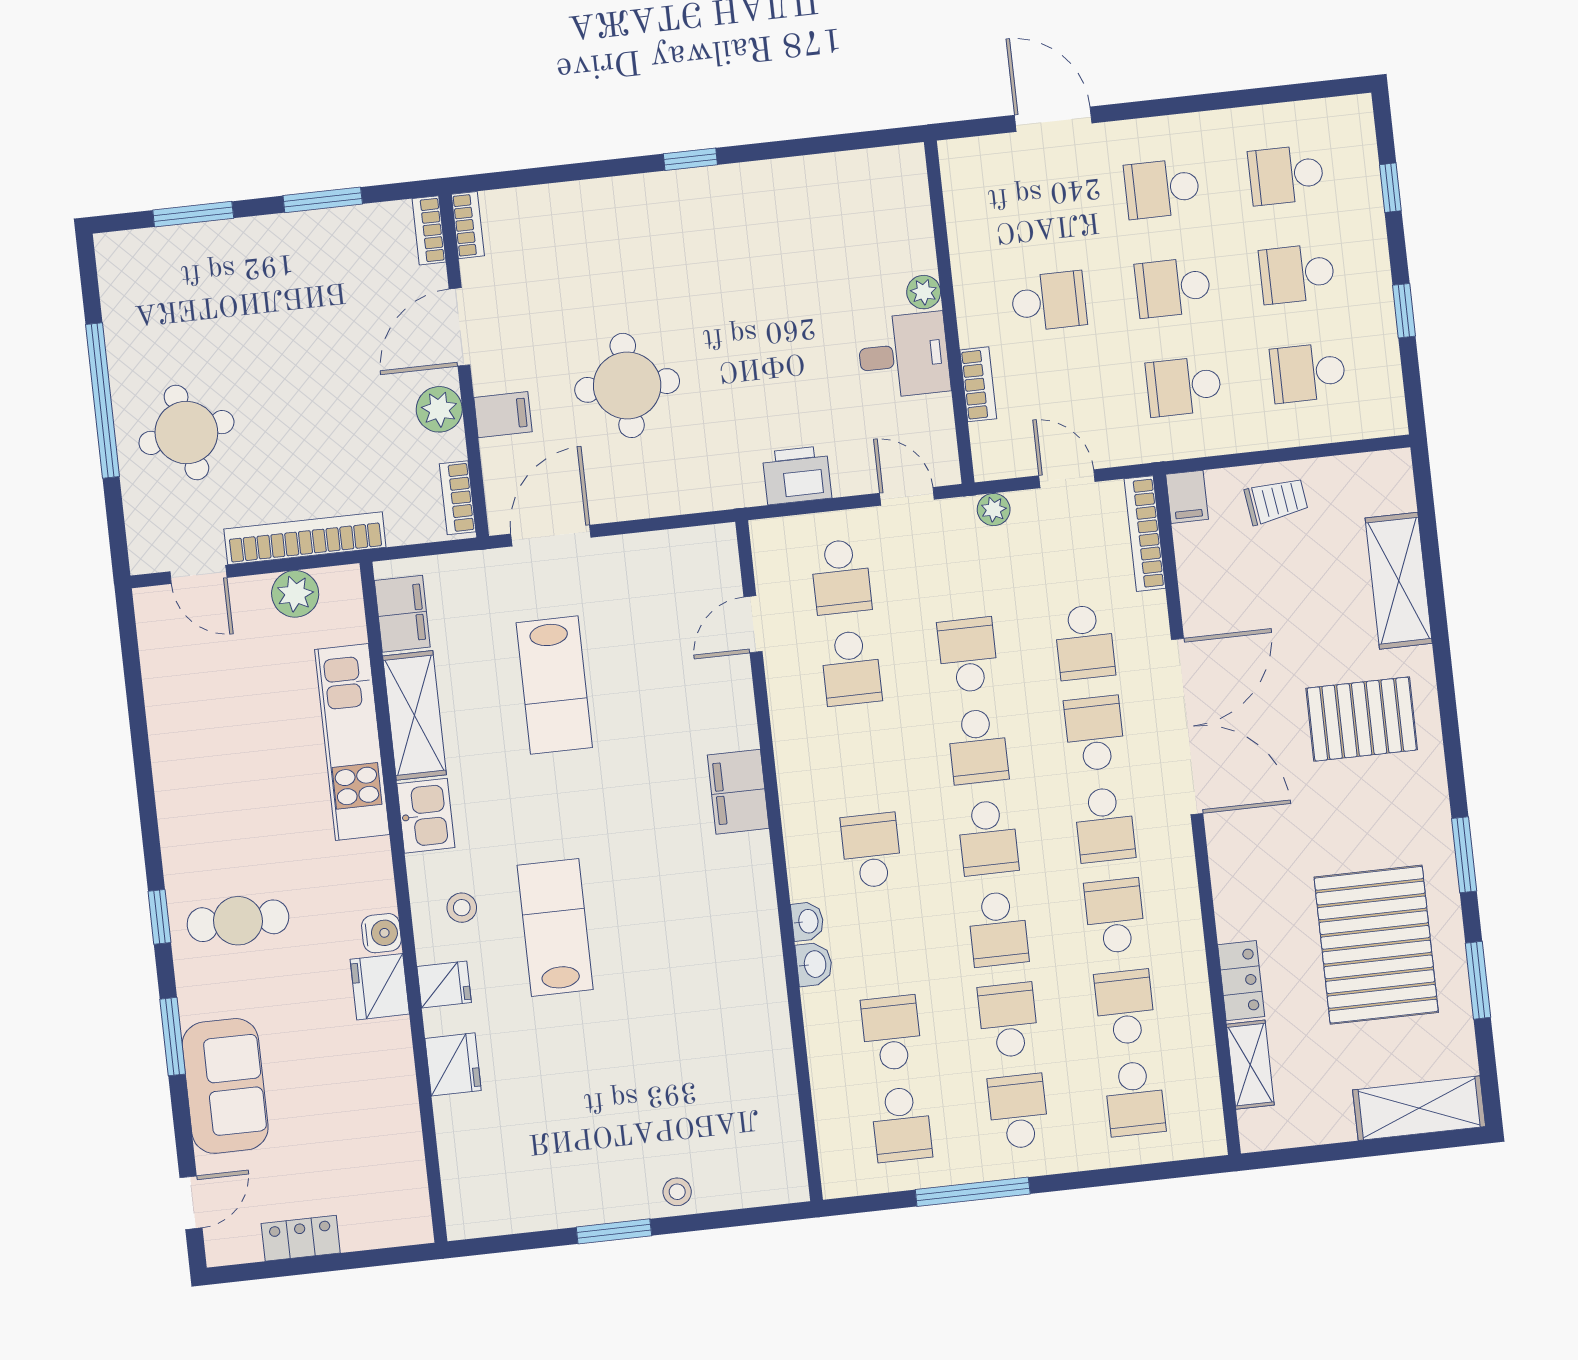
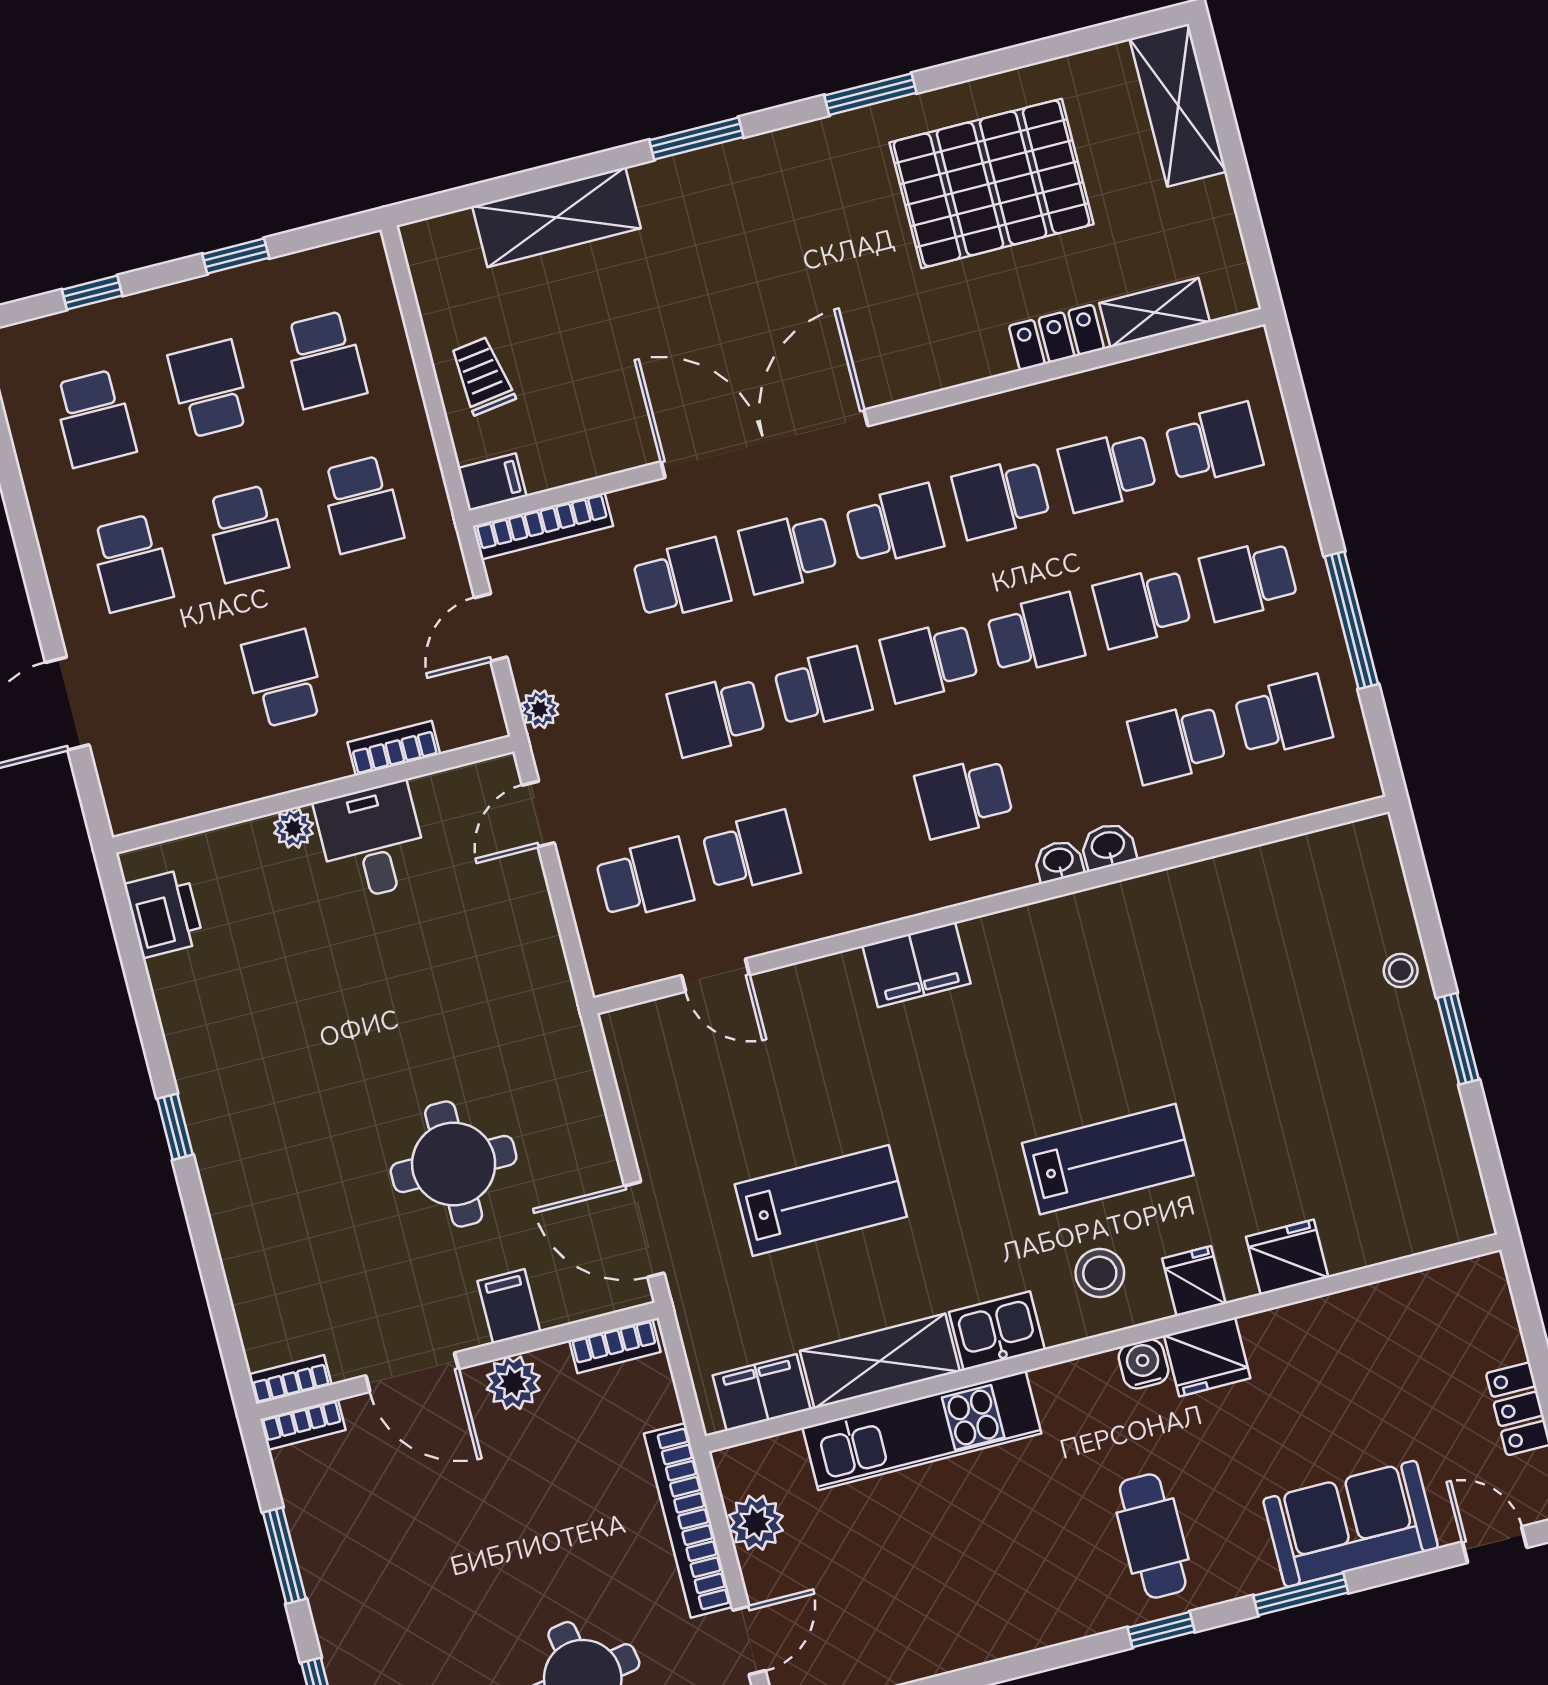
school desk: (1297, 274) -> (210, 389), turned 180
printer: (797, 475) -> (164, 913), moved, turned 180
pallet: (1362, 719) -> (727, 238), removed
school desk: (988, 838) -> (929, 661), turned 180
stool: (462, 908) -> (1100, 1273), width x1.37, depth x1.37
lab bench: (555, 927) -> (1108, 1159), turned 180
window: (1478, 980) -> (696, 139), moved

